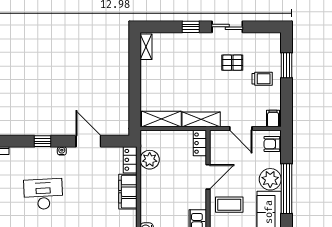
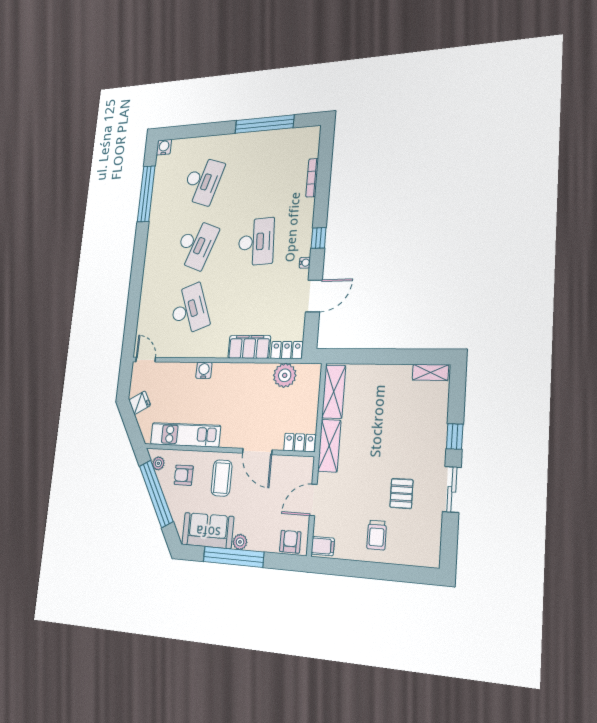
window: (287, 65) -> (393, 572), removed
plant: (270, 179) -> (240, 542), width x0.53, depth x0.53

